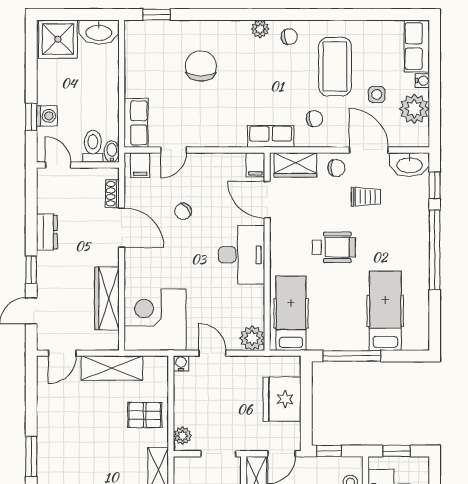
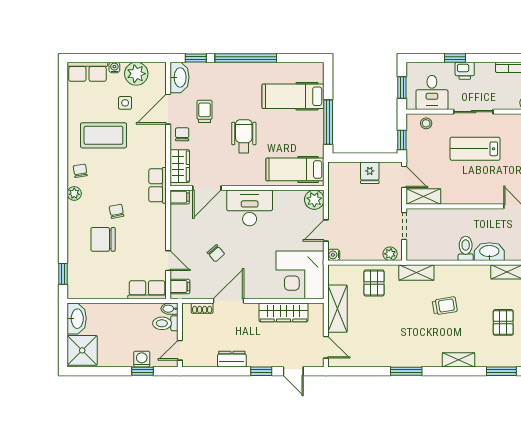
chair: (314, 119) -> (117, 211), moved
fridge: (282, 399) -> (370, 173), width x0.53, depth x0.75

